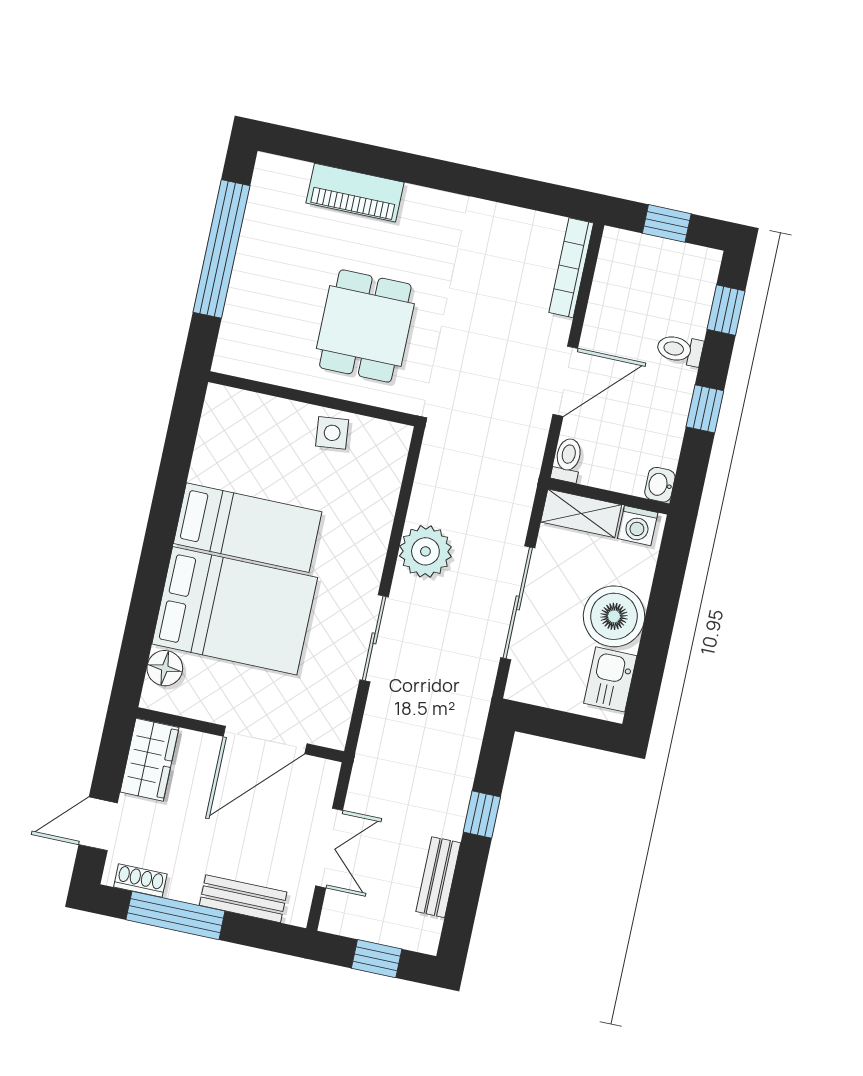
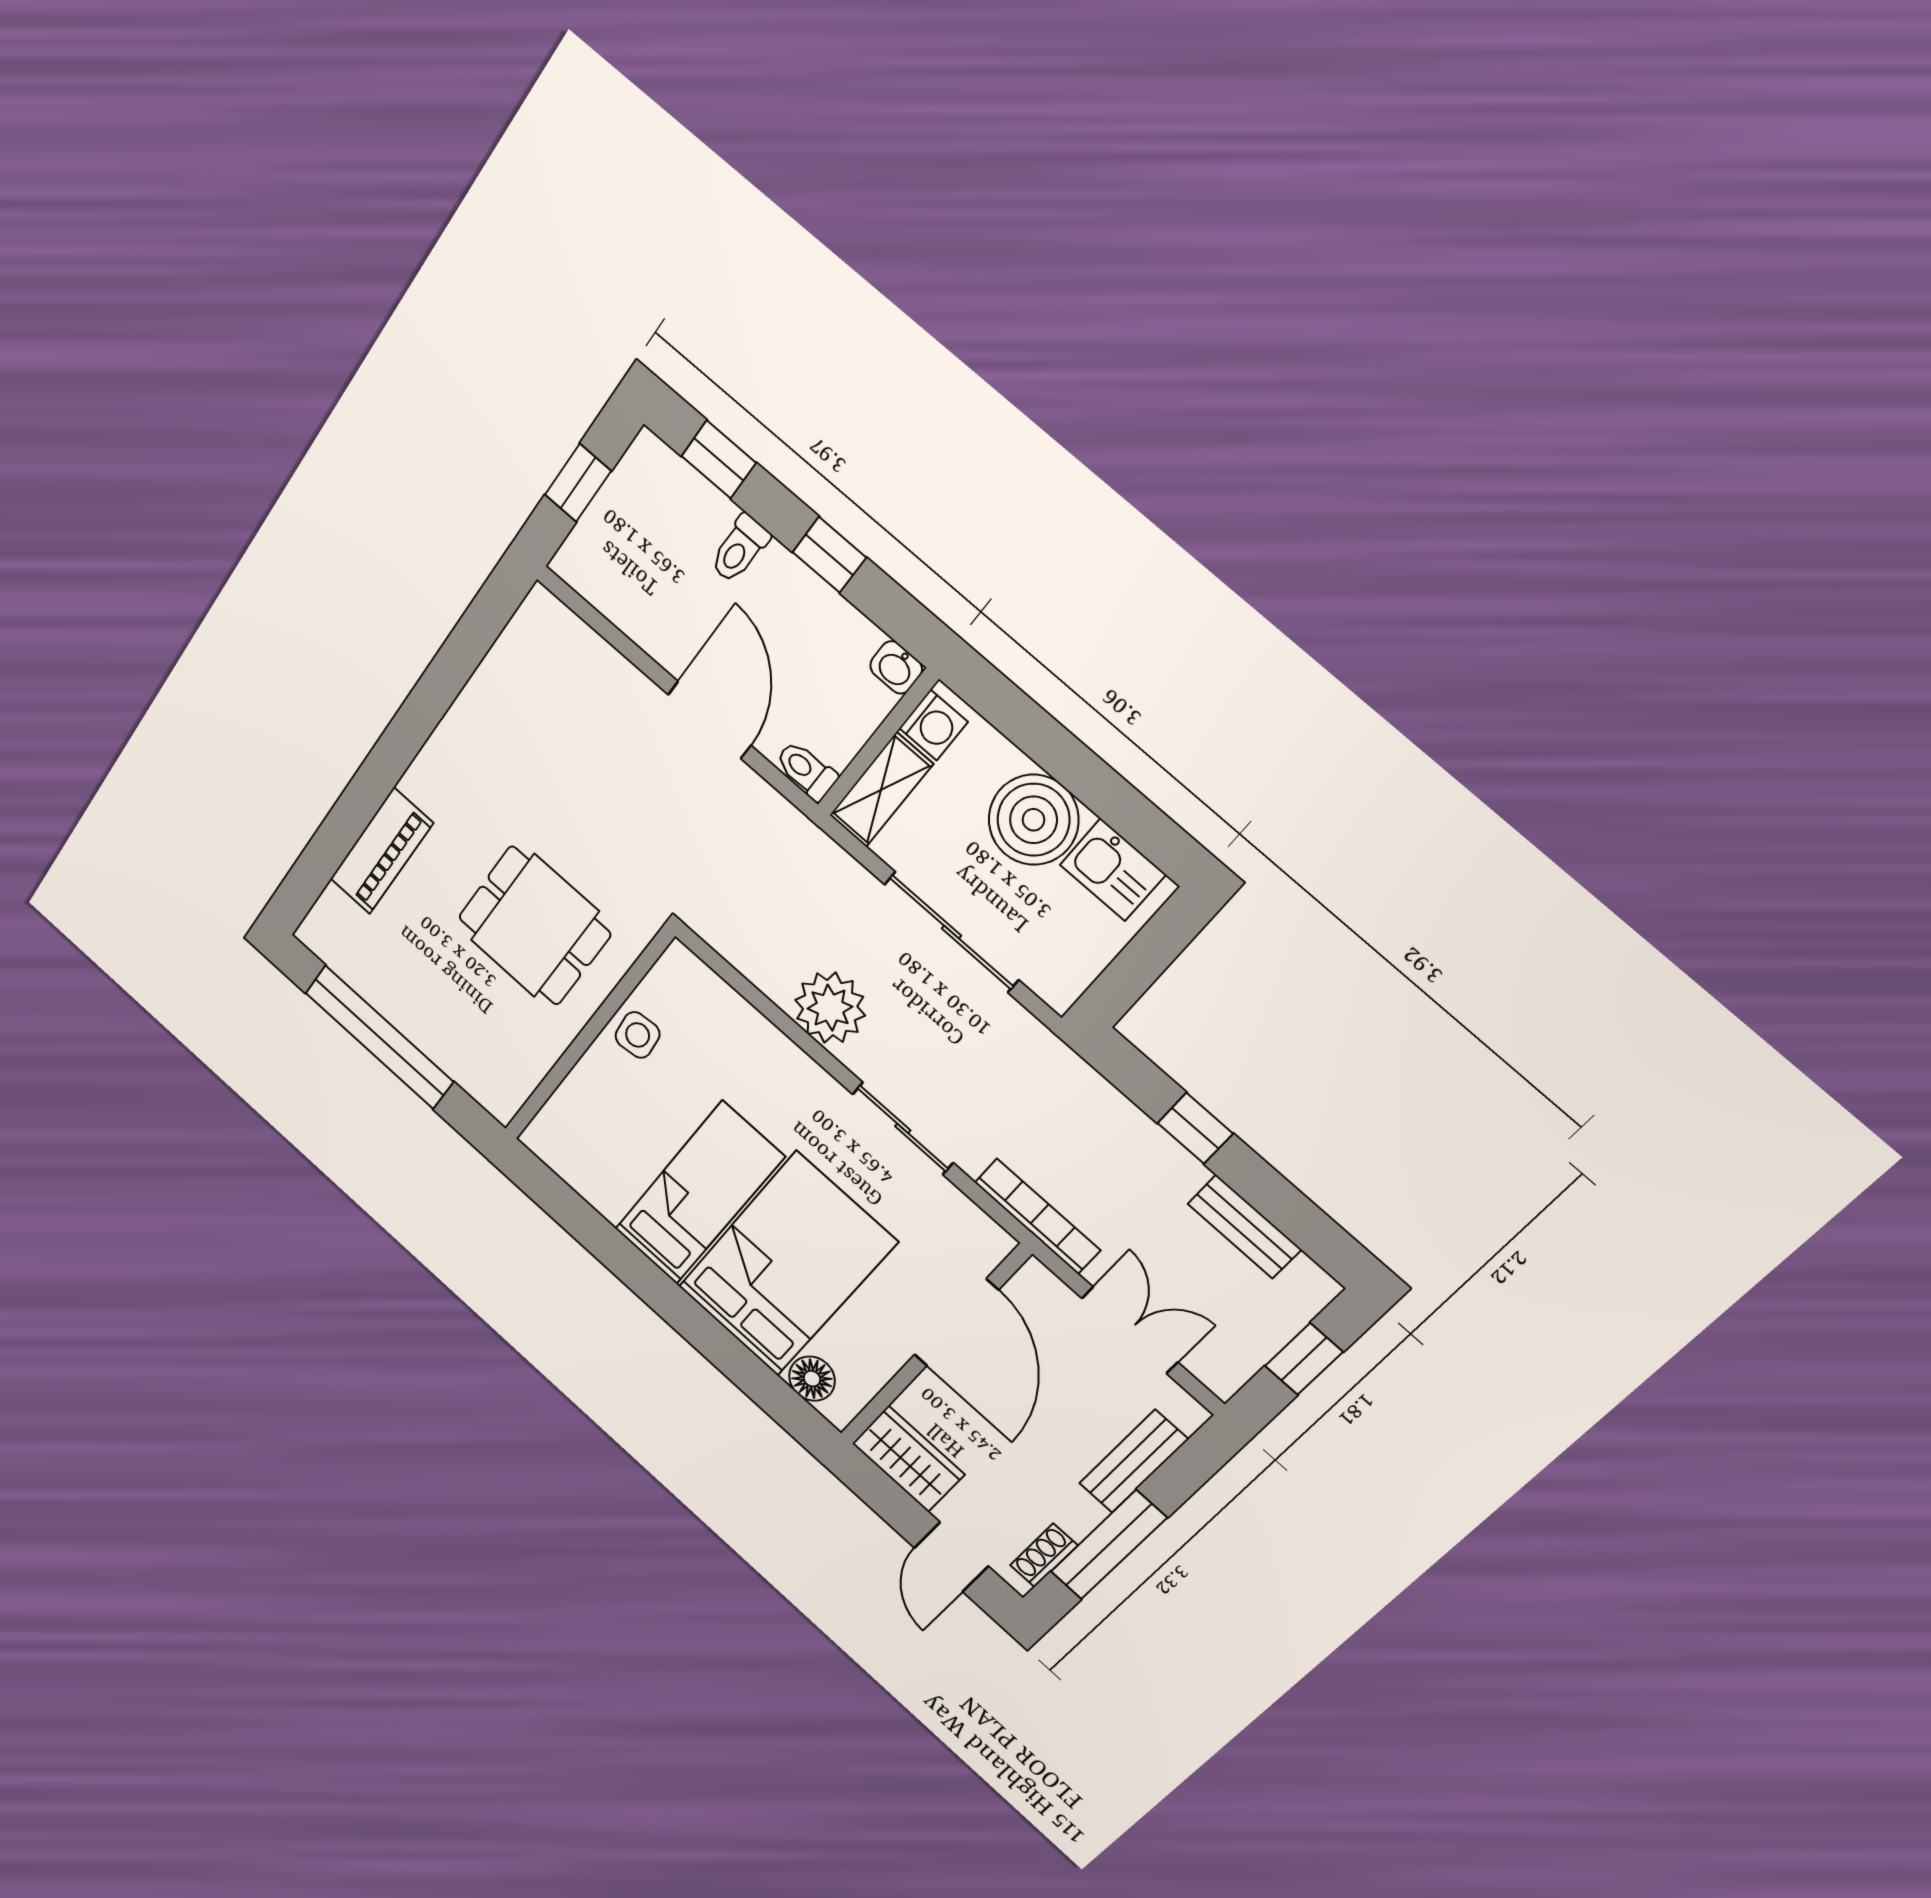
bookcase: (571, 268) -> (1037, 1216), moved, turned 180

